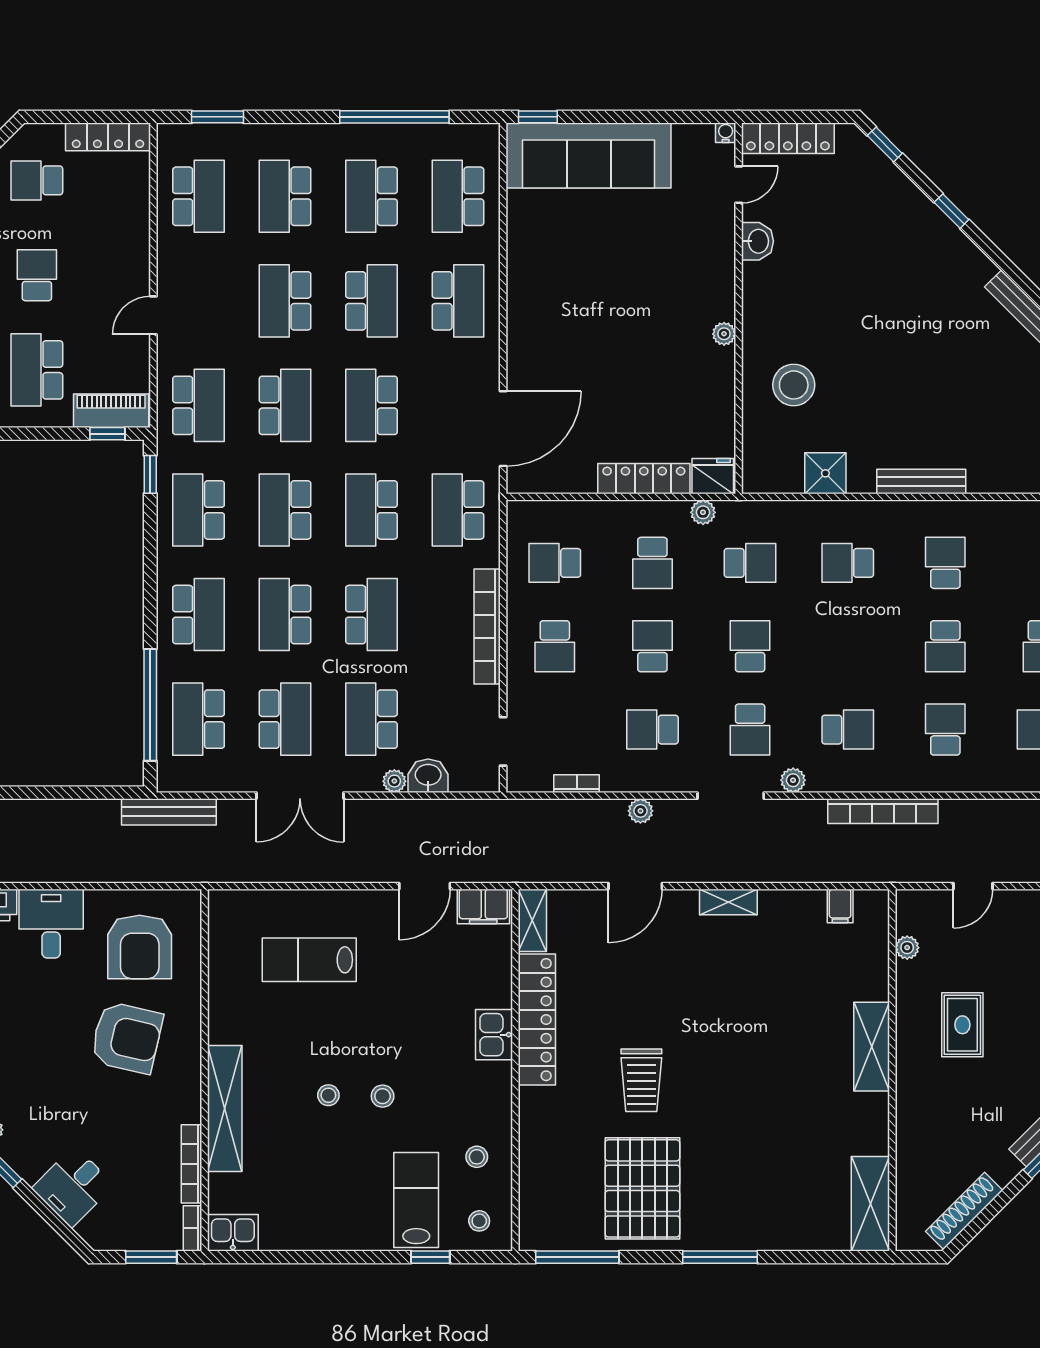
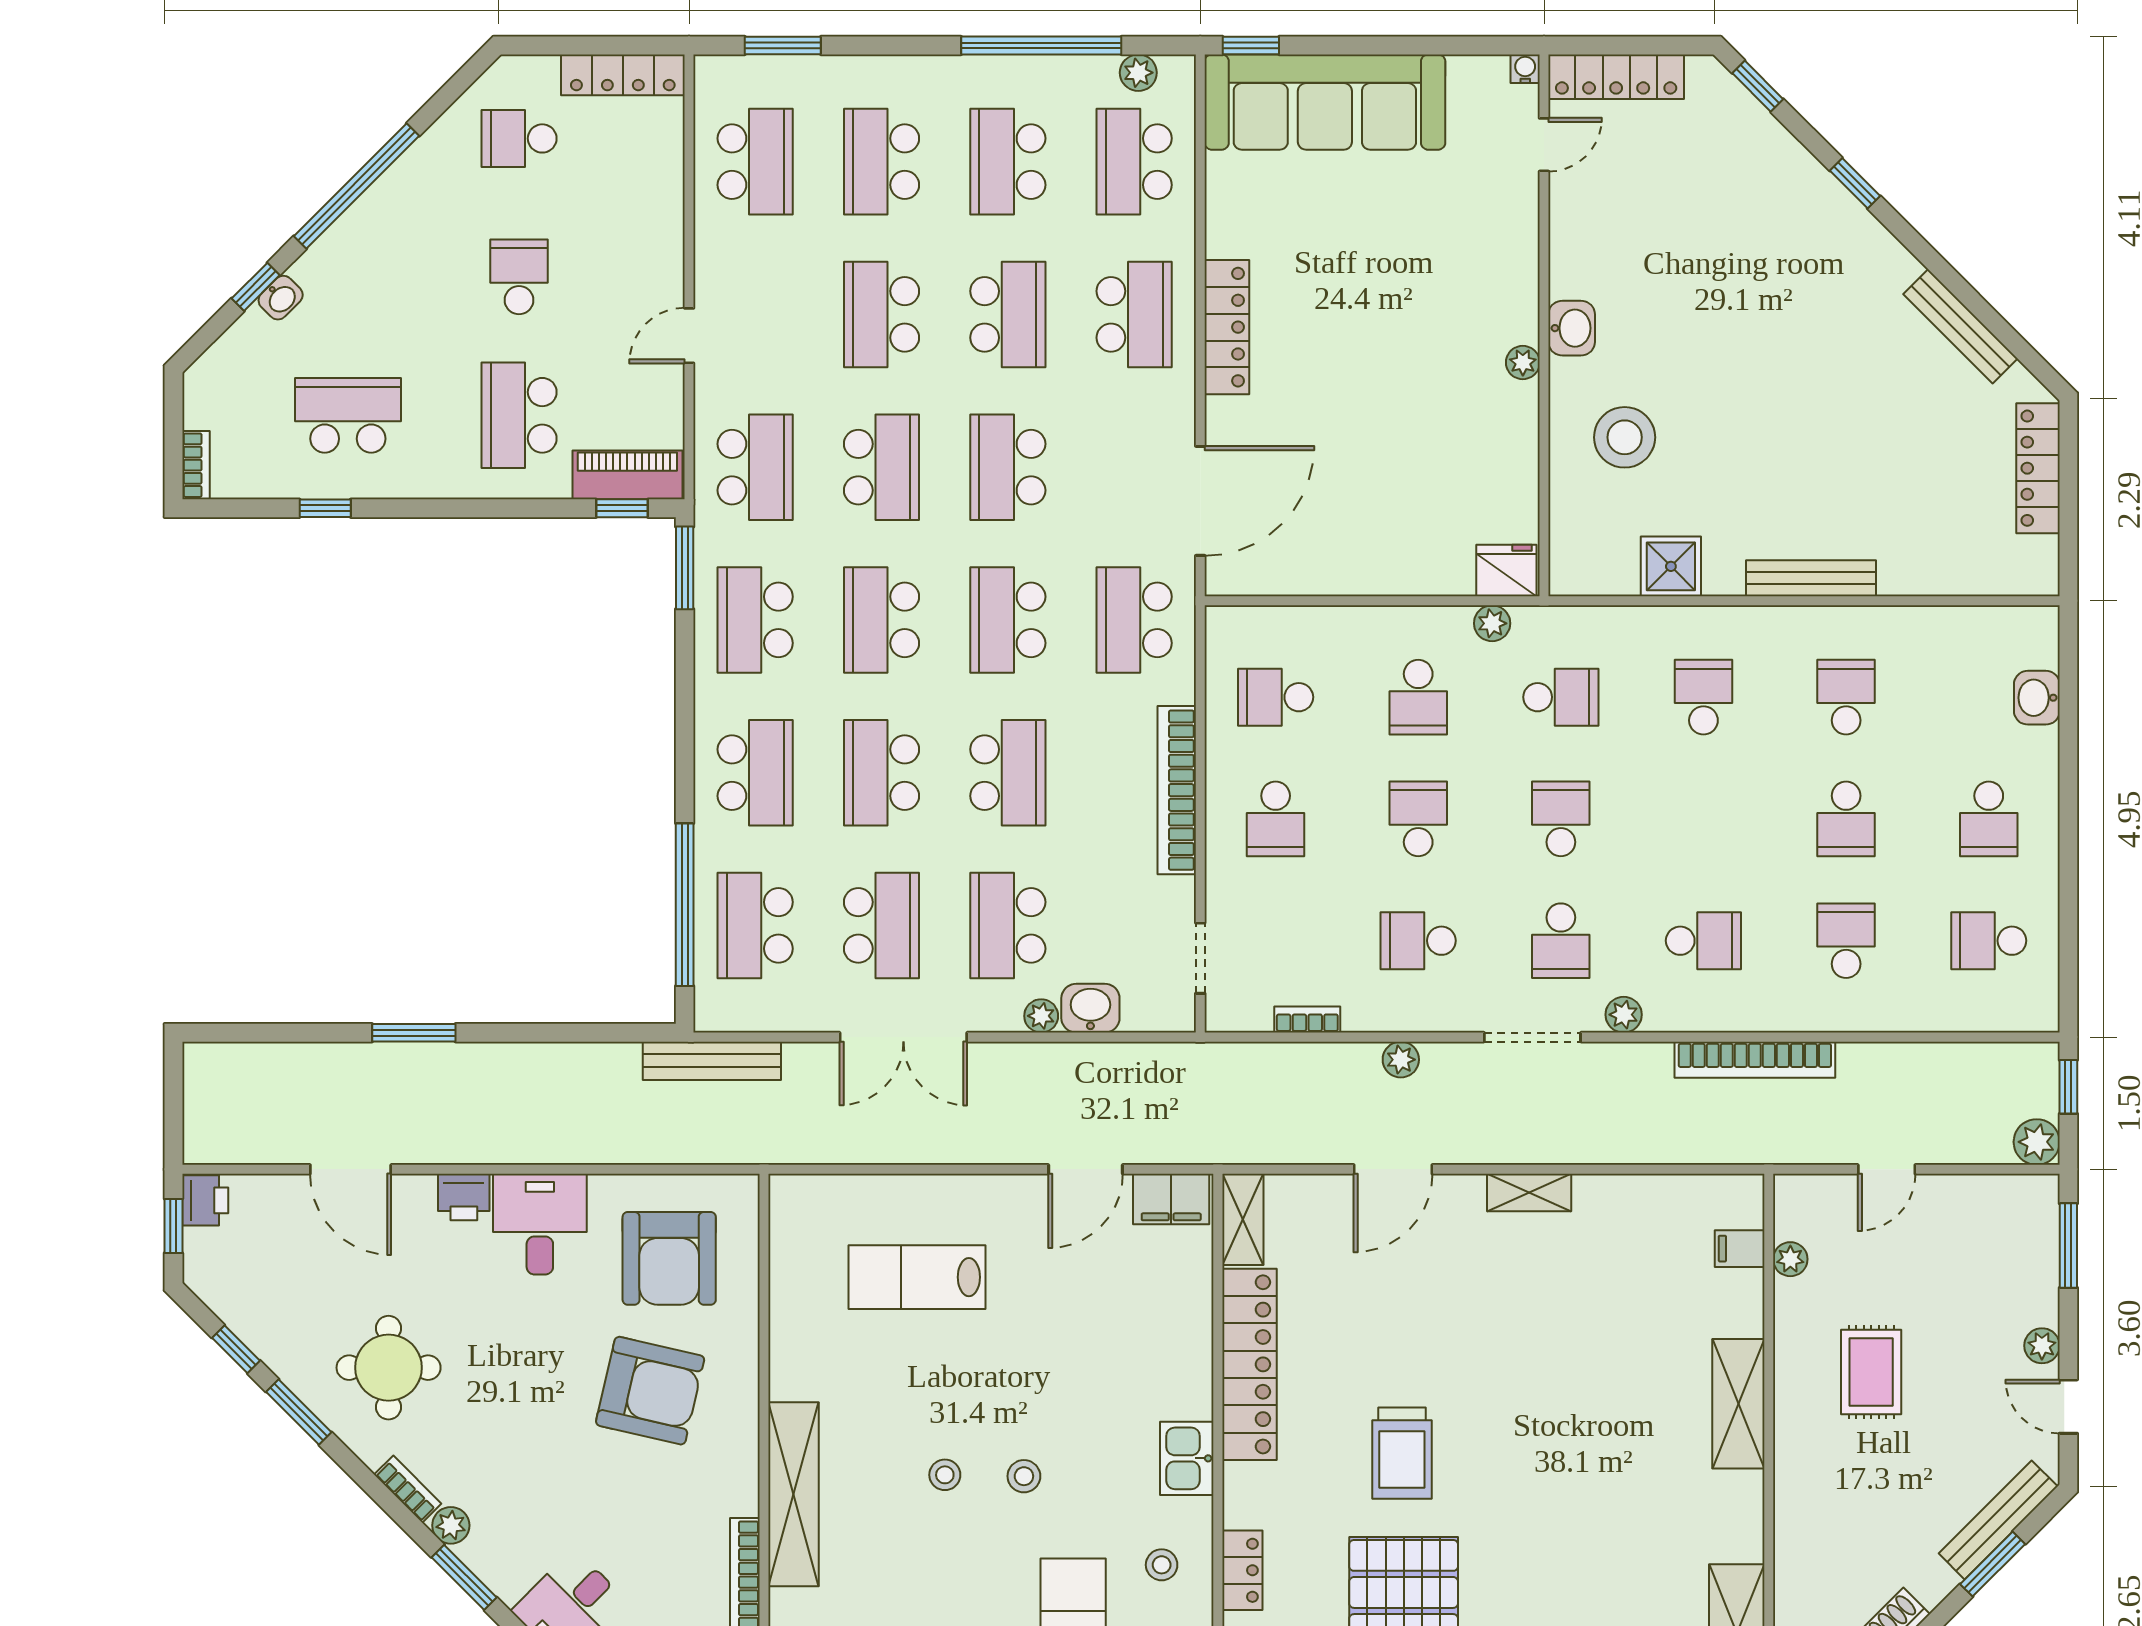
plant: (461, 135) -> (1138, 73), added
washbasin: (757, 241) -> (1572, 328), moved
window: (150, 474) -> (685, 568), width x1.50
locker: (644, 479) -> (1227, 327), moved, turned 90
school desk: (848, 563) -> (1703, 697), turned 90
filing cabinet: (840, 906) -> (1740, 1249), moved, turned 90
kitchen sink: (494, 1035) -> (1187, 1458), moved
locker: (532, 1161) -> (1242, 1570), added

